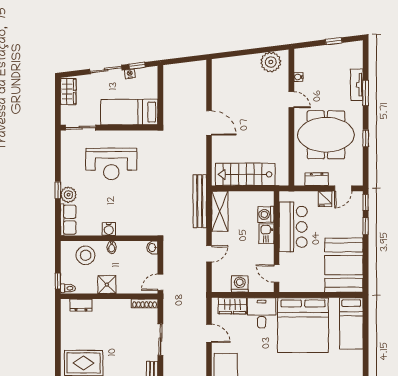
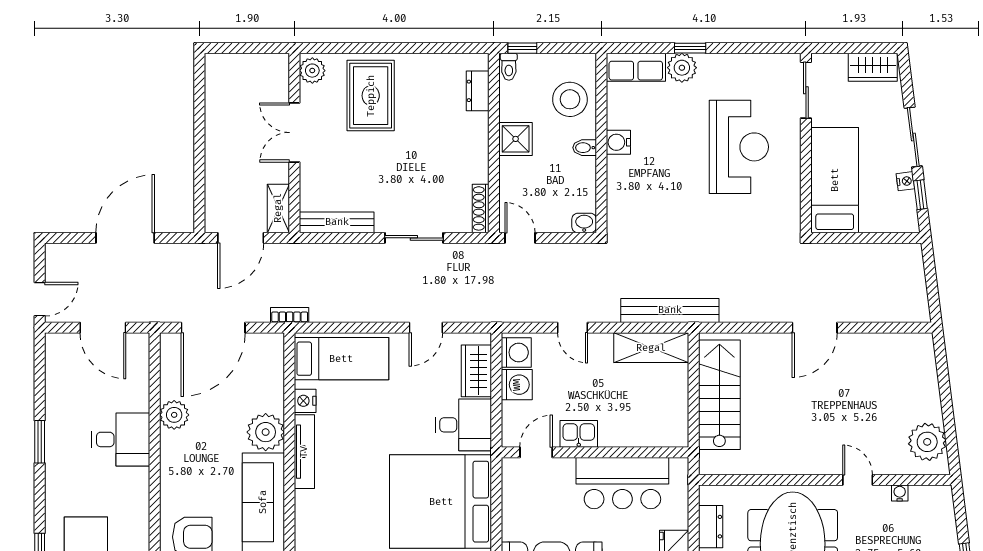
door: (291, 100) -> (858, 480), swing flipped
reception desk: (111, 164) -> (739, 147), turned 180
washing machine: (266, 214) -> (516, 352), moved, turned 90
kitchen sink: (266, 234) -> (579, 434), moved

